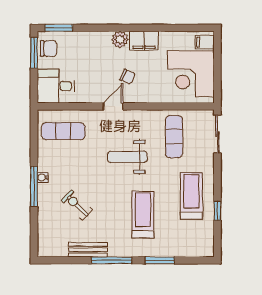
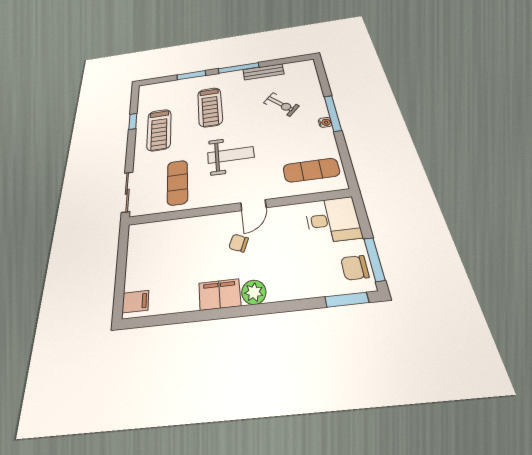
corner desk: (191, 74) -> (156, 257), removed

